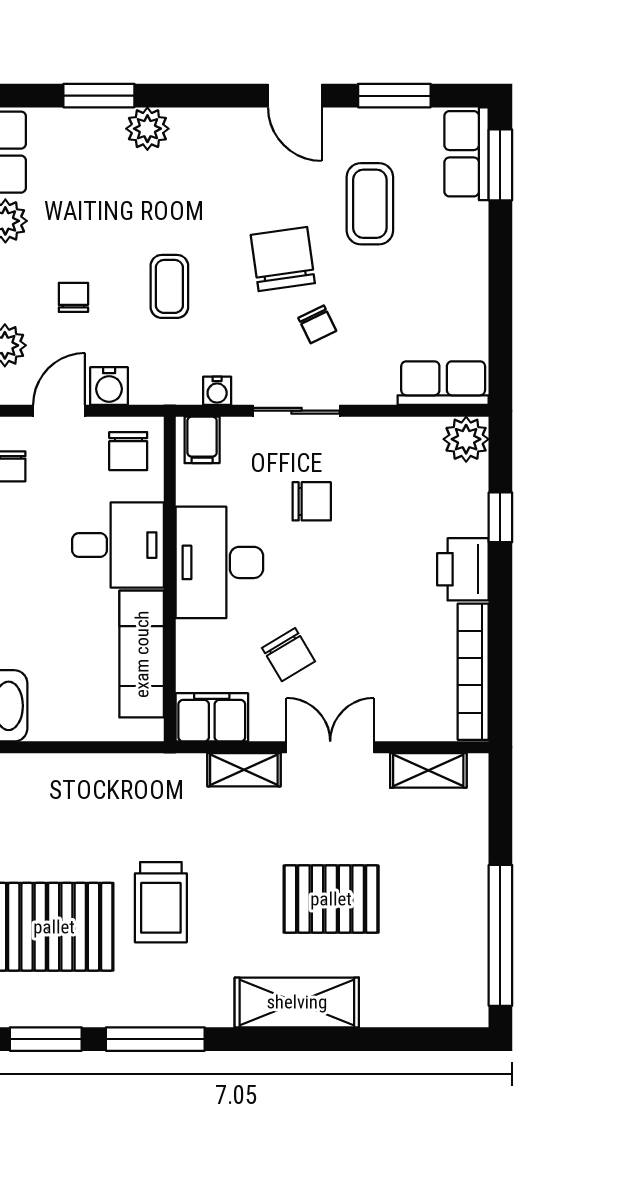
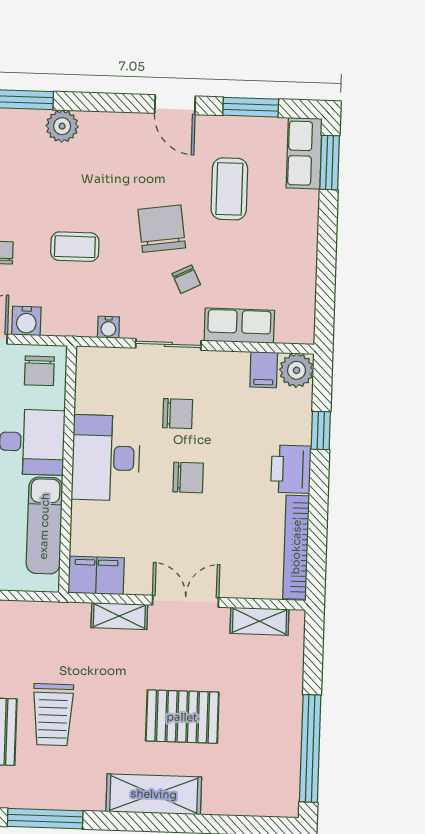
coffee table: (169, 286) -> (75, 247), turned 90
row of seats: (443, 383) -> (239, 326), moved
filing cabinet: (202, 440) -> (264, 370), moved
chair: (289, 655) -> (188, 478), moved, turned -59

